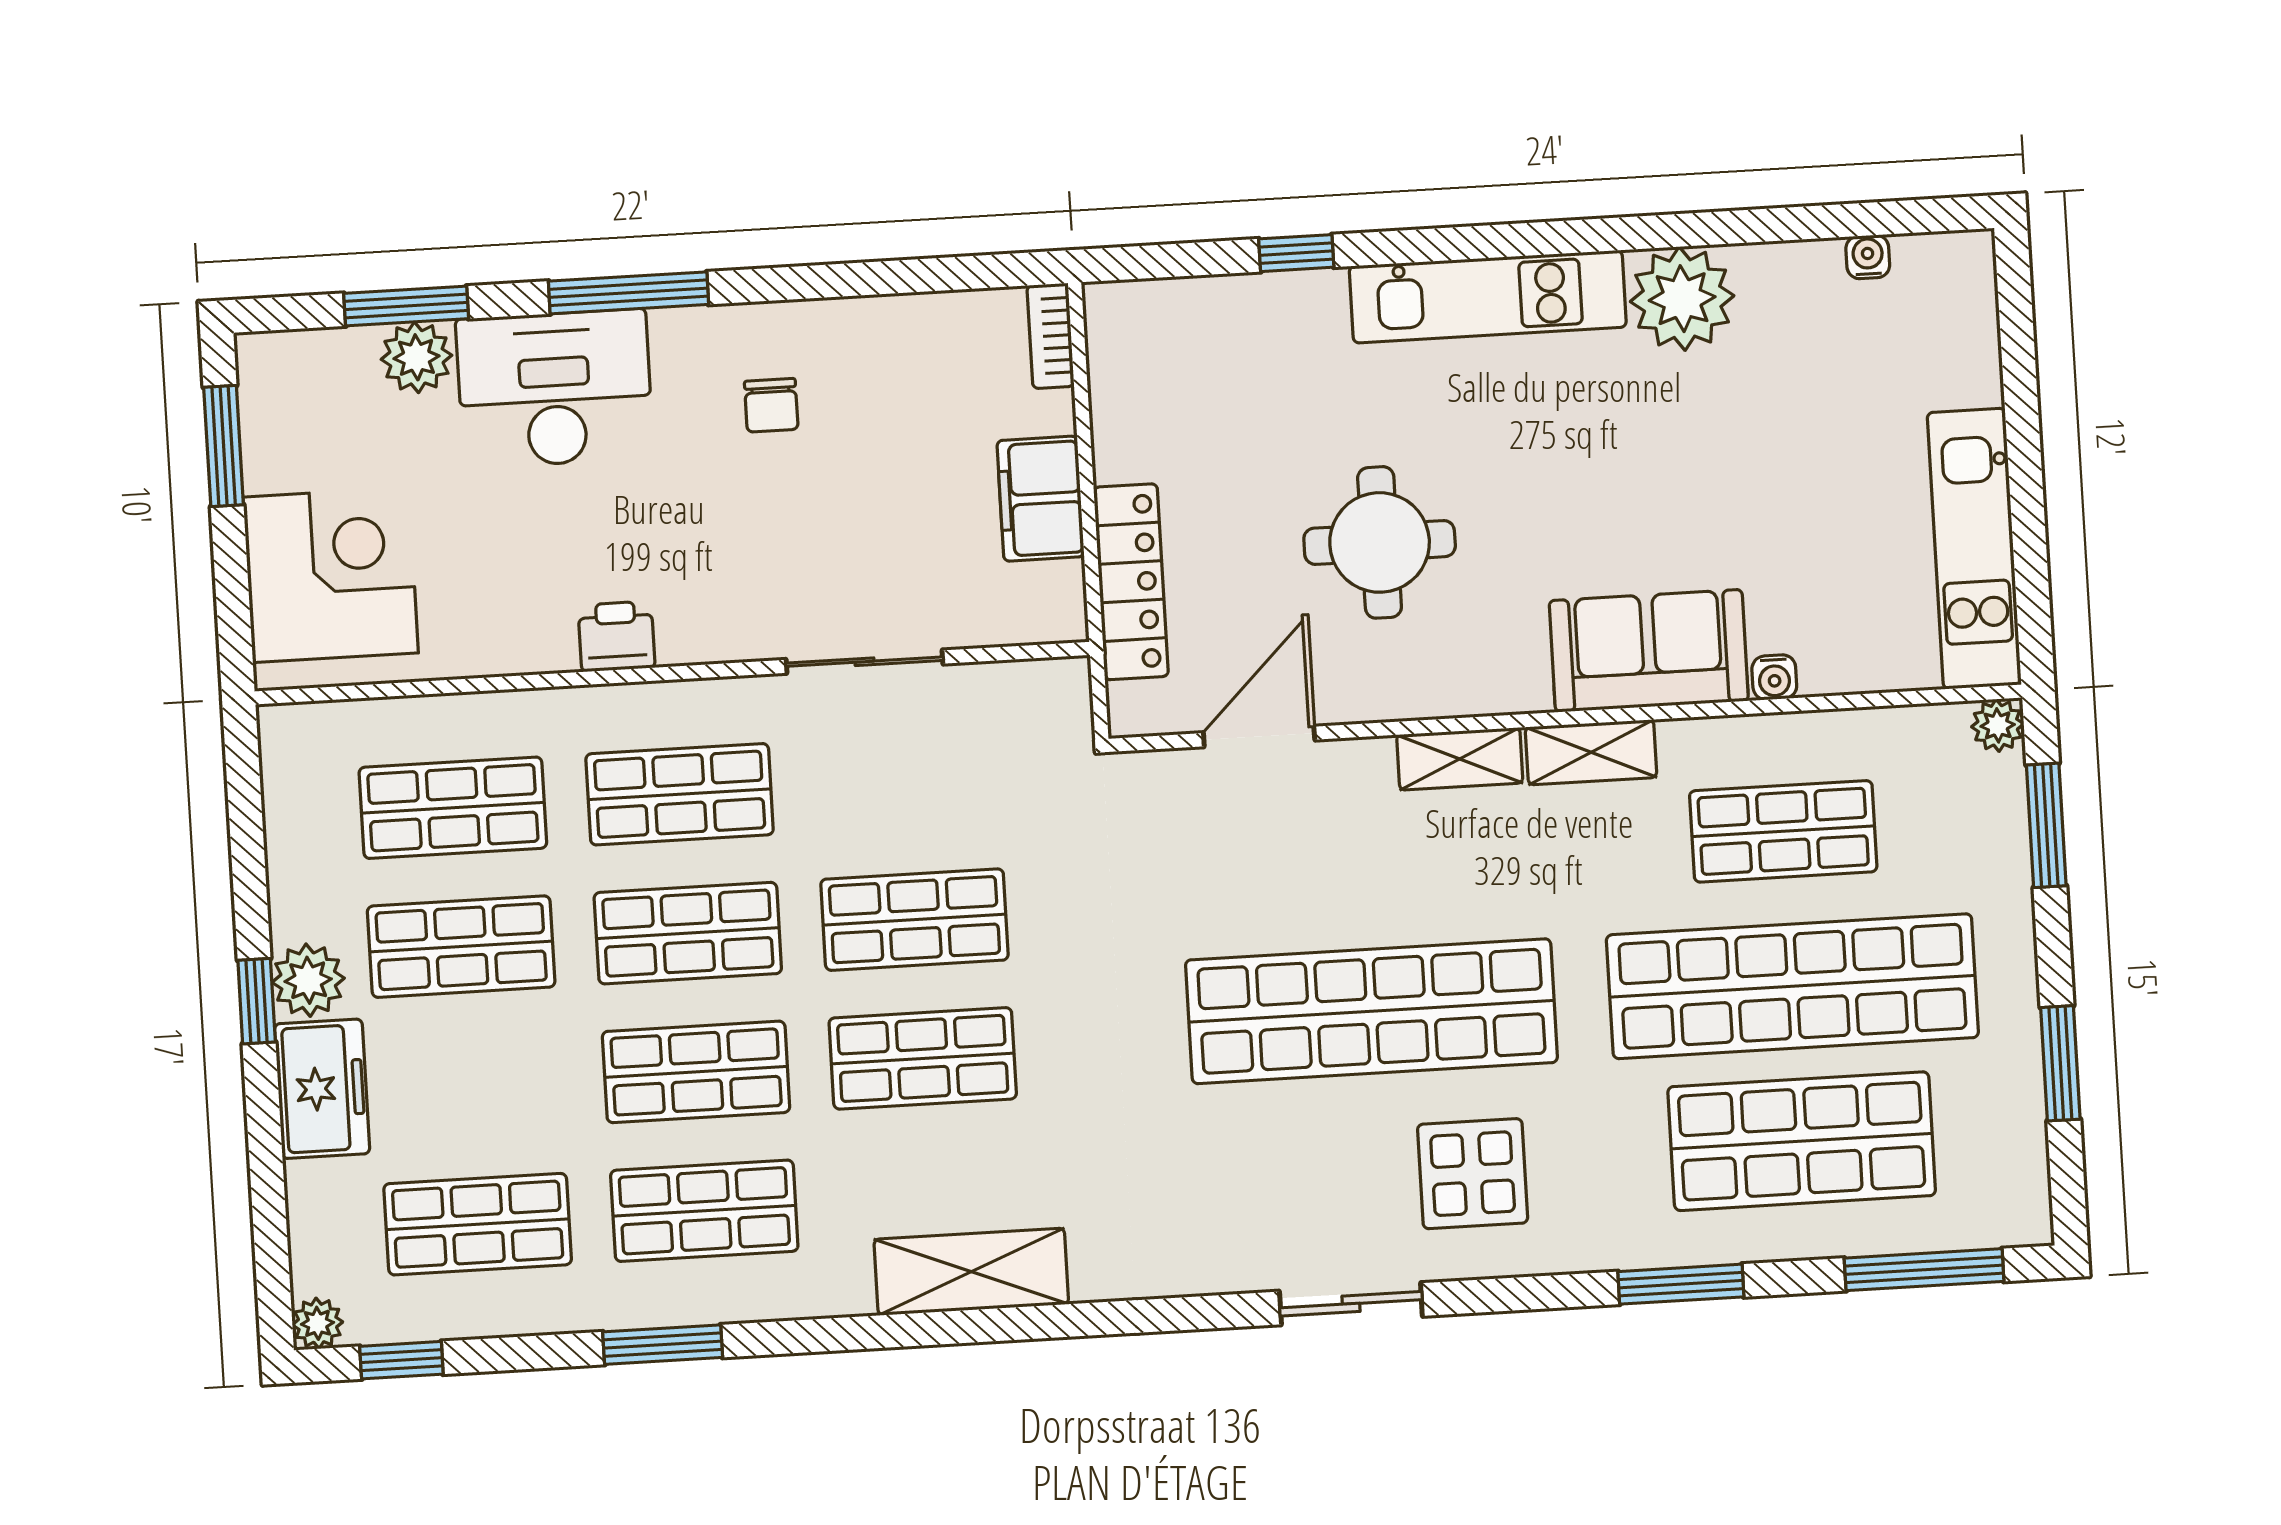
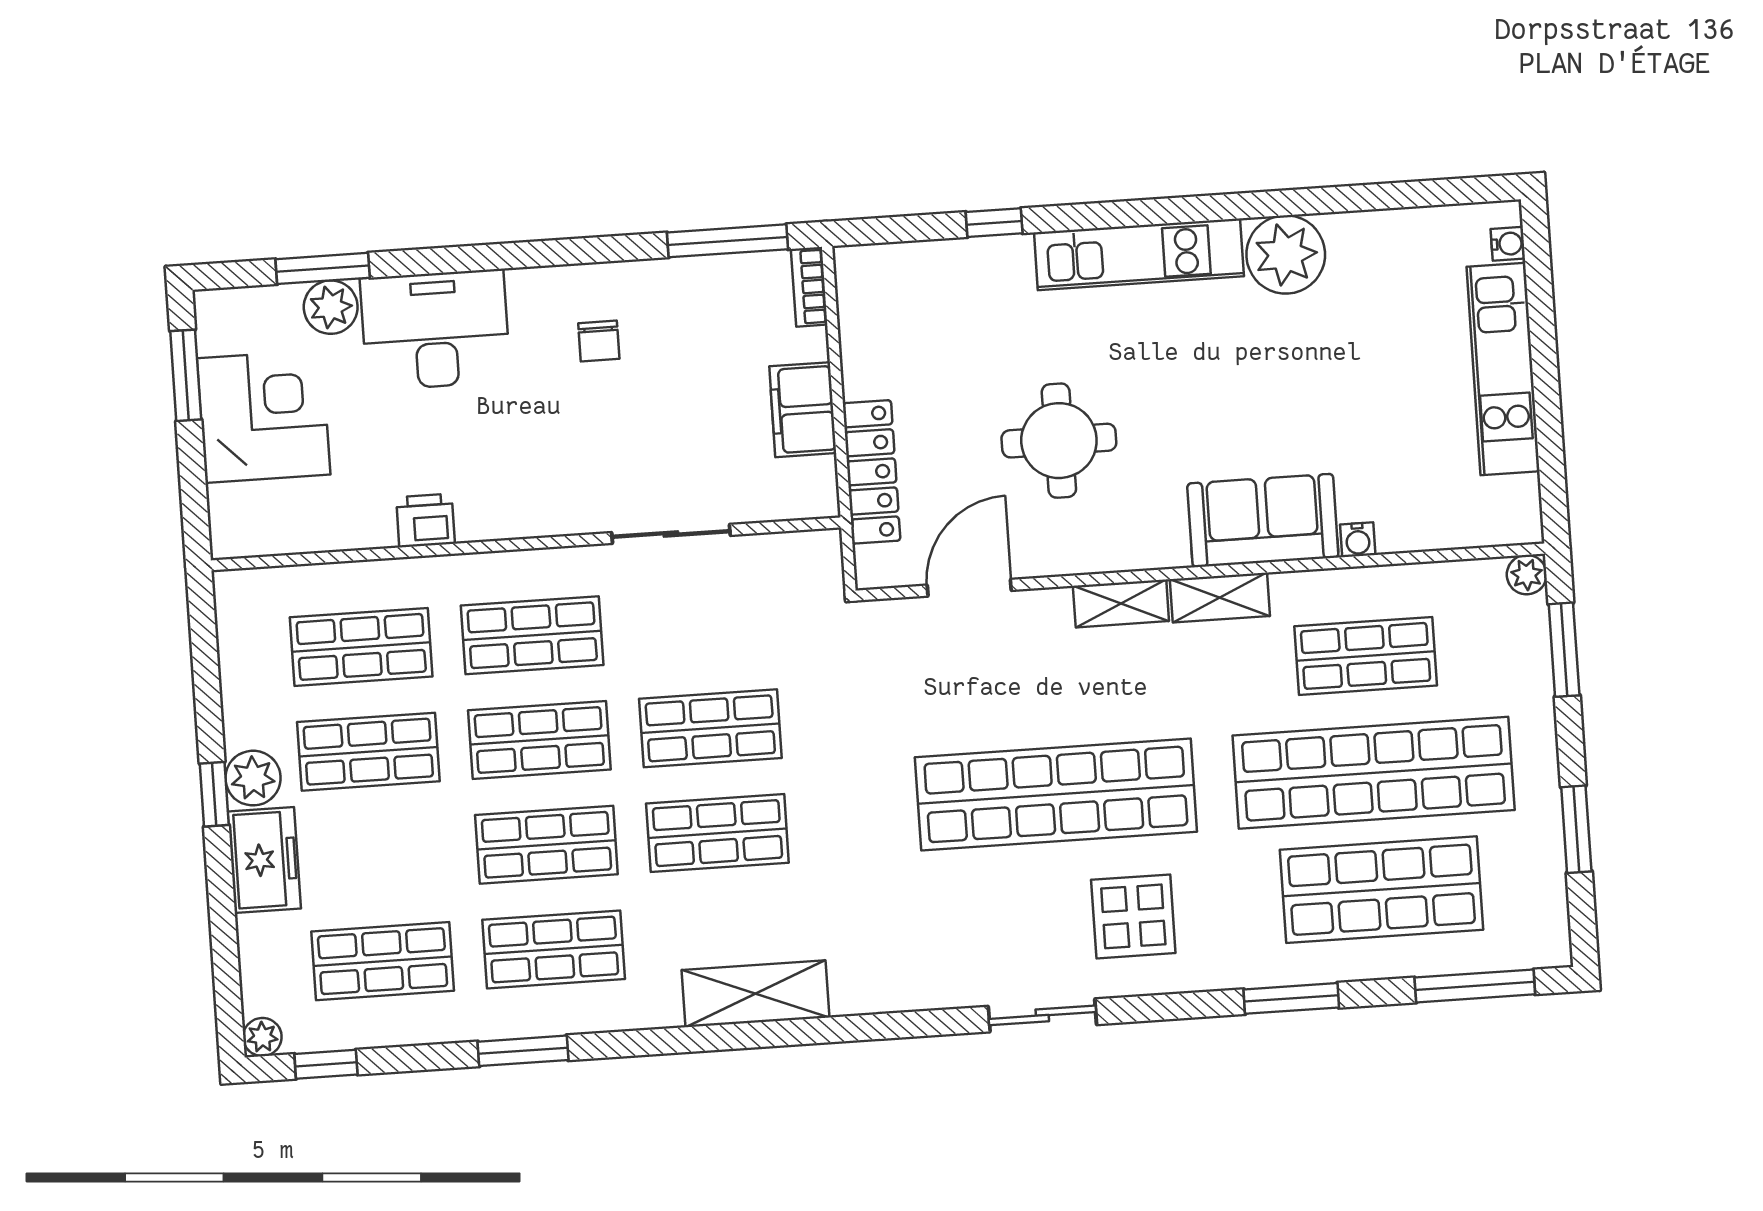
water cooler: (1868, 257) -> (1508, 244), moved, turned 90
window: (629, 293) -> (728, 241), moved
kitchen unit: (1974, 549) -> (1503, 369), moved
corner desk: (331, 575) -> (264, 416), moved
printer: (616, 636) -> (425, 520), moved

